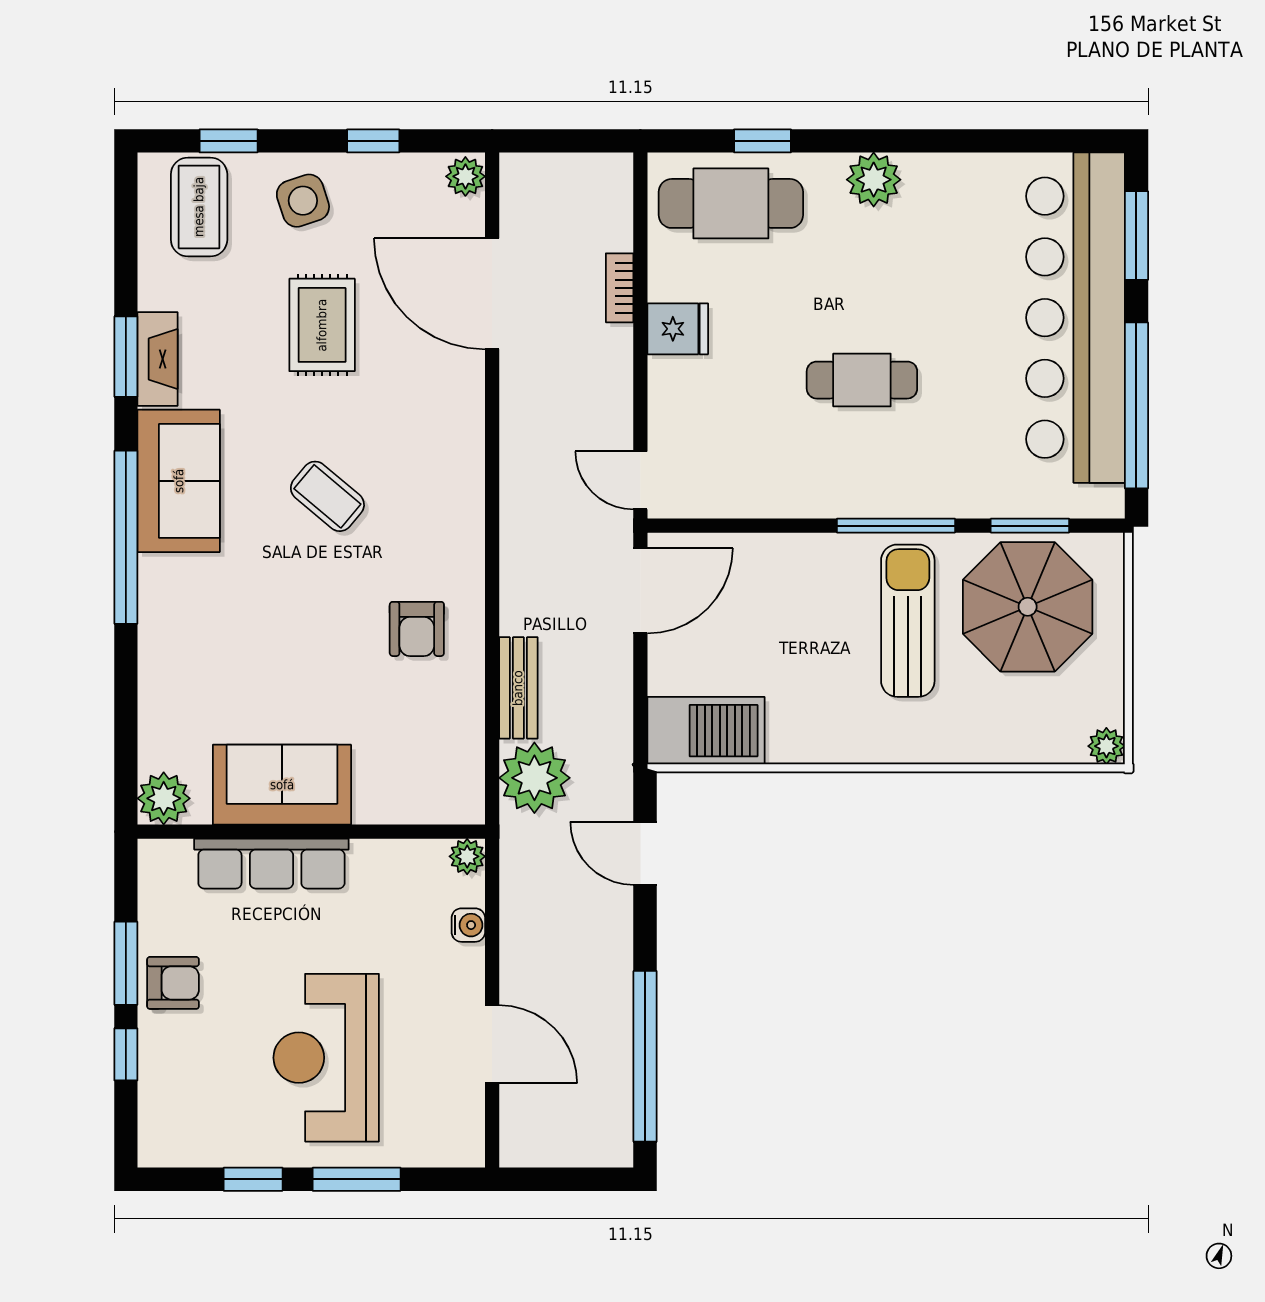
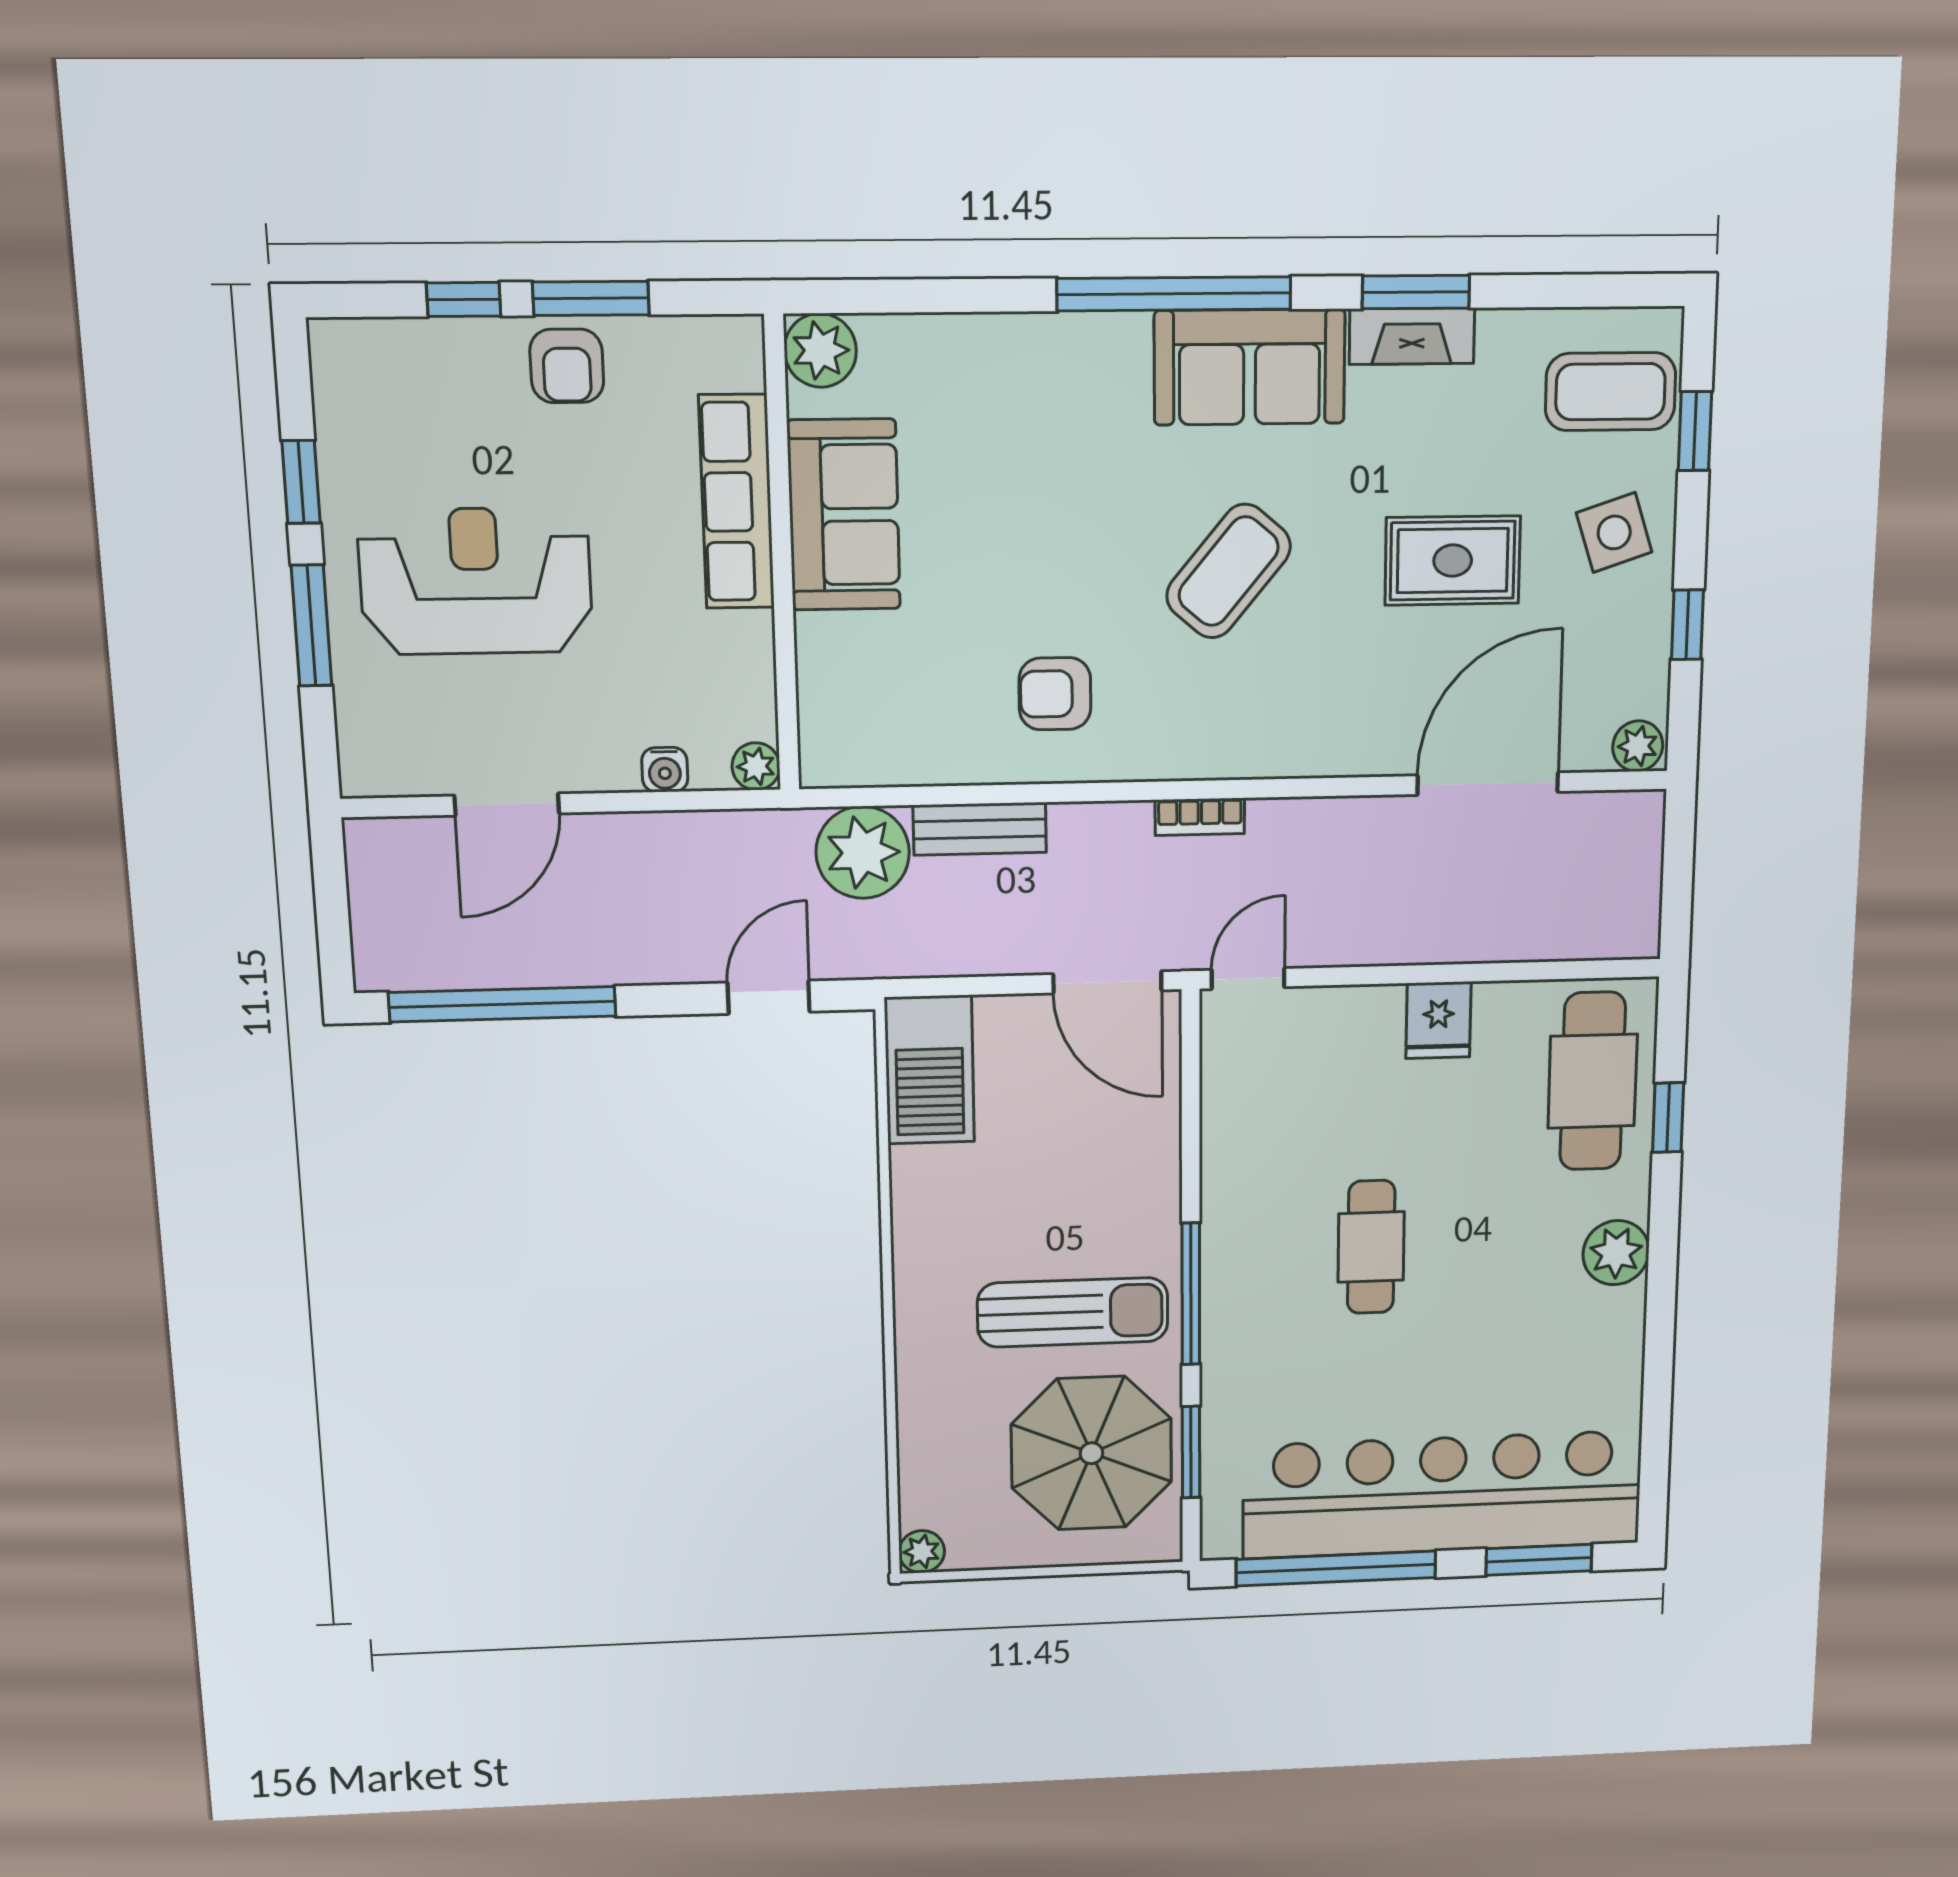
bookcase: (620, 288) -> (1200, 817), moved, turned 180
coffee table: (327, 496) -> (1229, 571), width x1.36, depth x1.30

